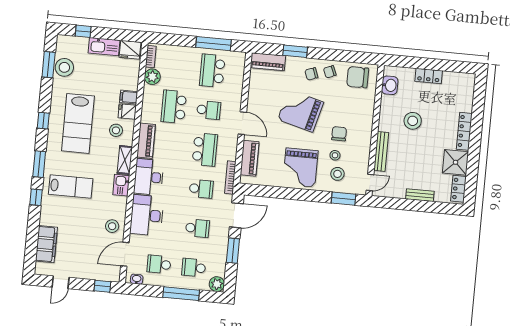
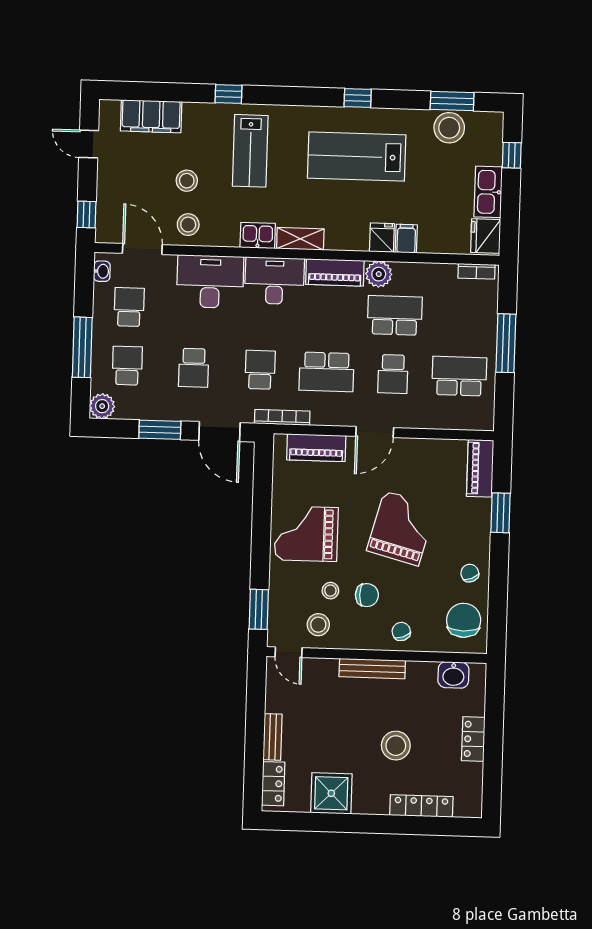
window: (213, 44) -> (506, 343), moved
chair: (311, 74) -> (401, 631), moved
plant: (152, 77) -> (379, 274), moved
stool: (413, 121) -> (396, 746), moved
stool: (116, 130) -> (187, 181), moved
locker: (464, 131) -> (421, 806), moved
bench: (381, 151) -> (372, 669), moved
window: (39, 164) -> (284, 96), removed
stool: (337, 174) -> (318, 625), moved
school desk: (201, 189) -> (260, 370), turned 180
locker: (458, 189) -> (273, 784), moved, turned 90

